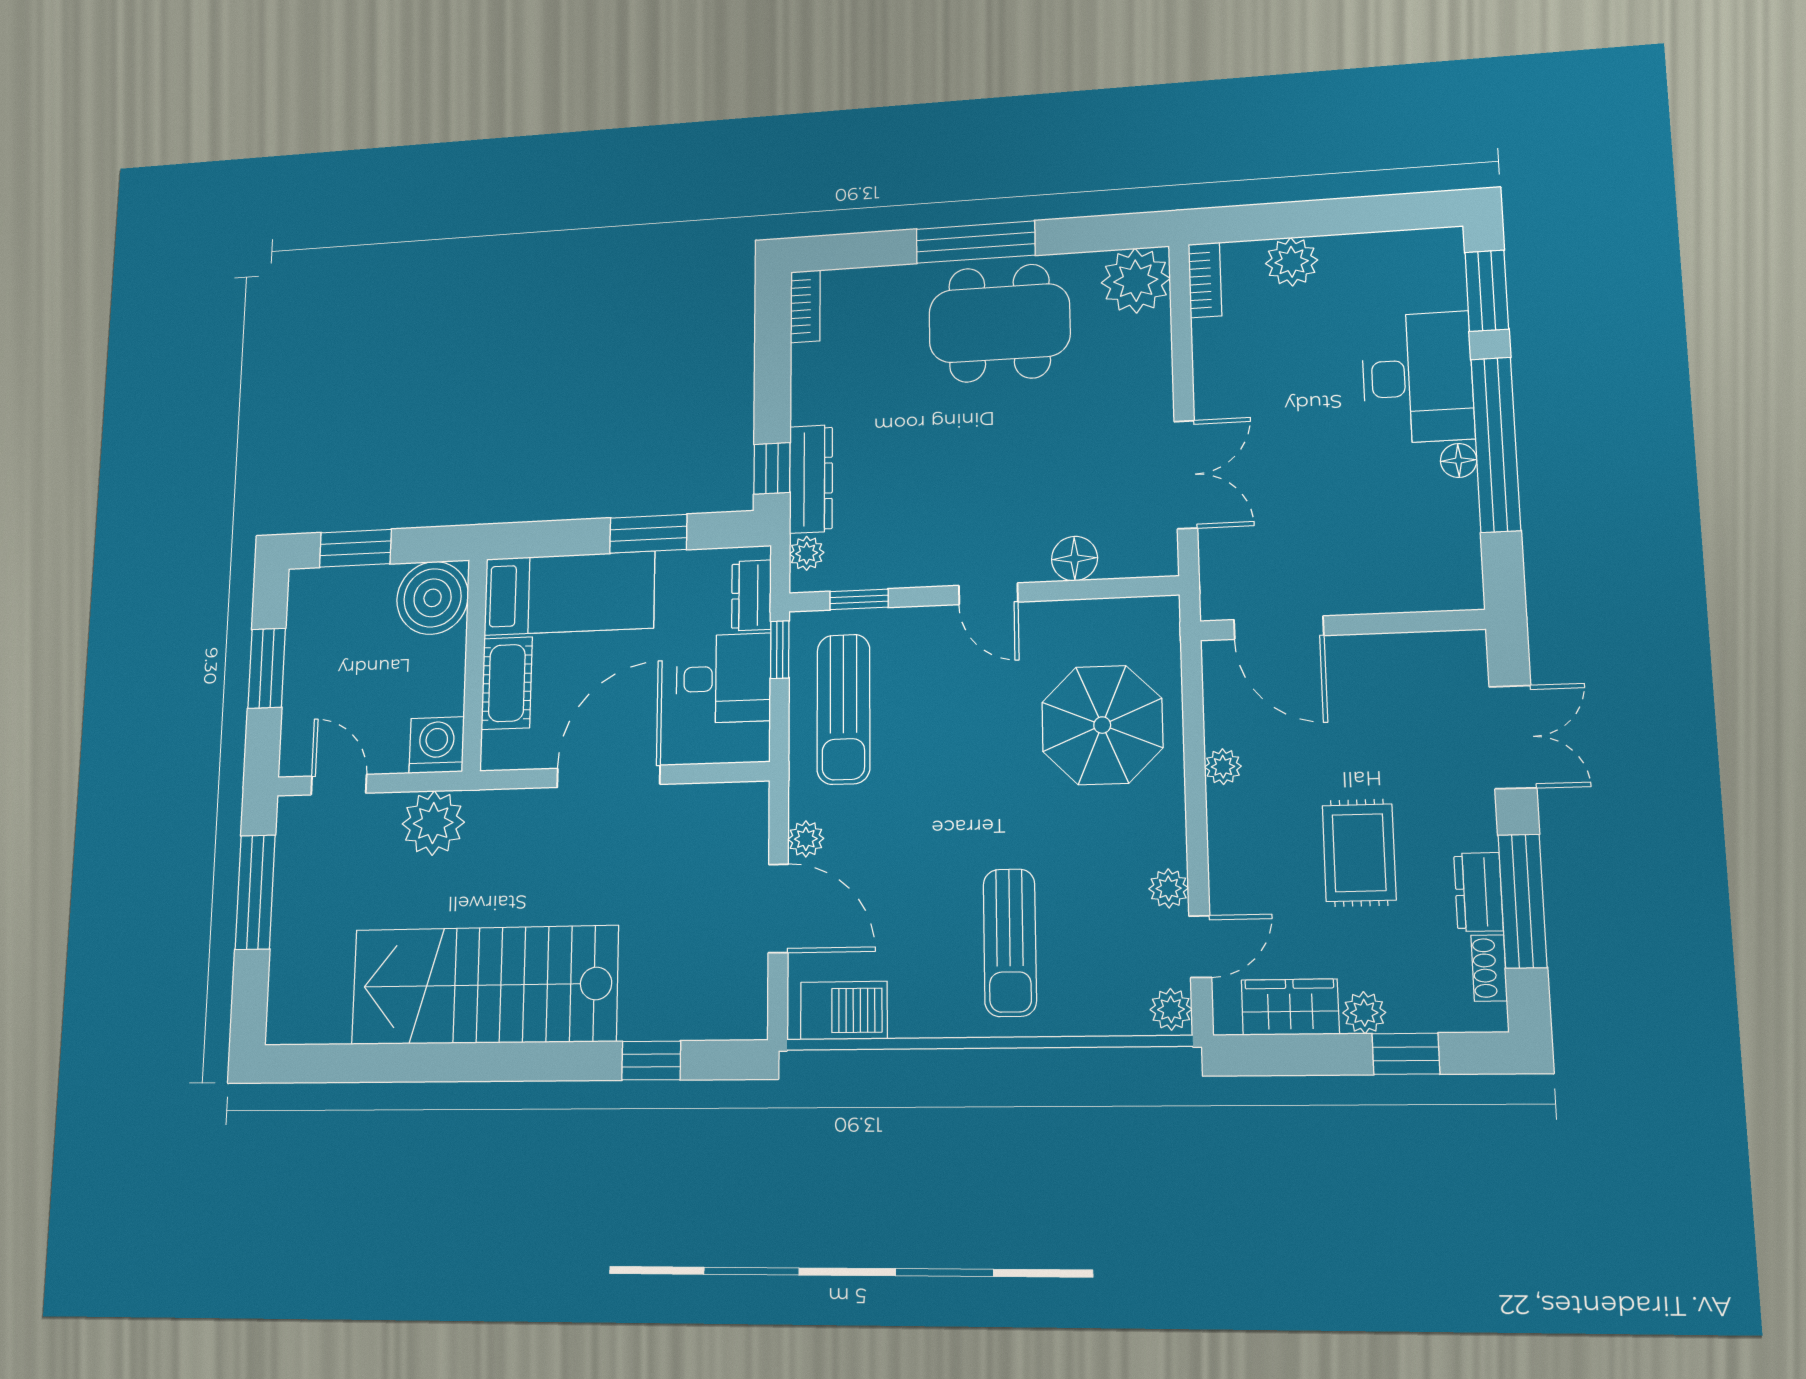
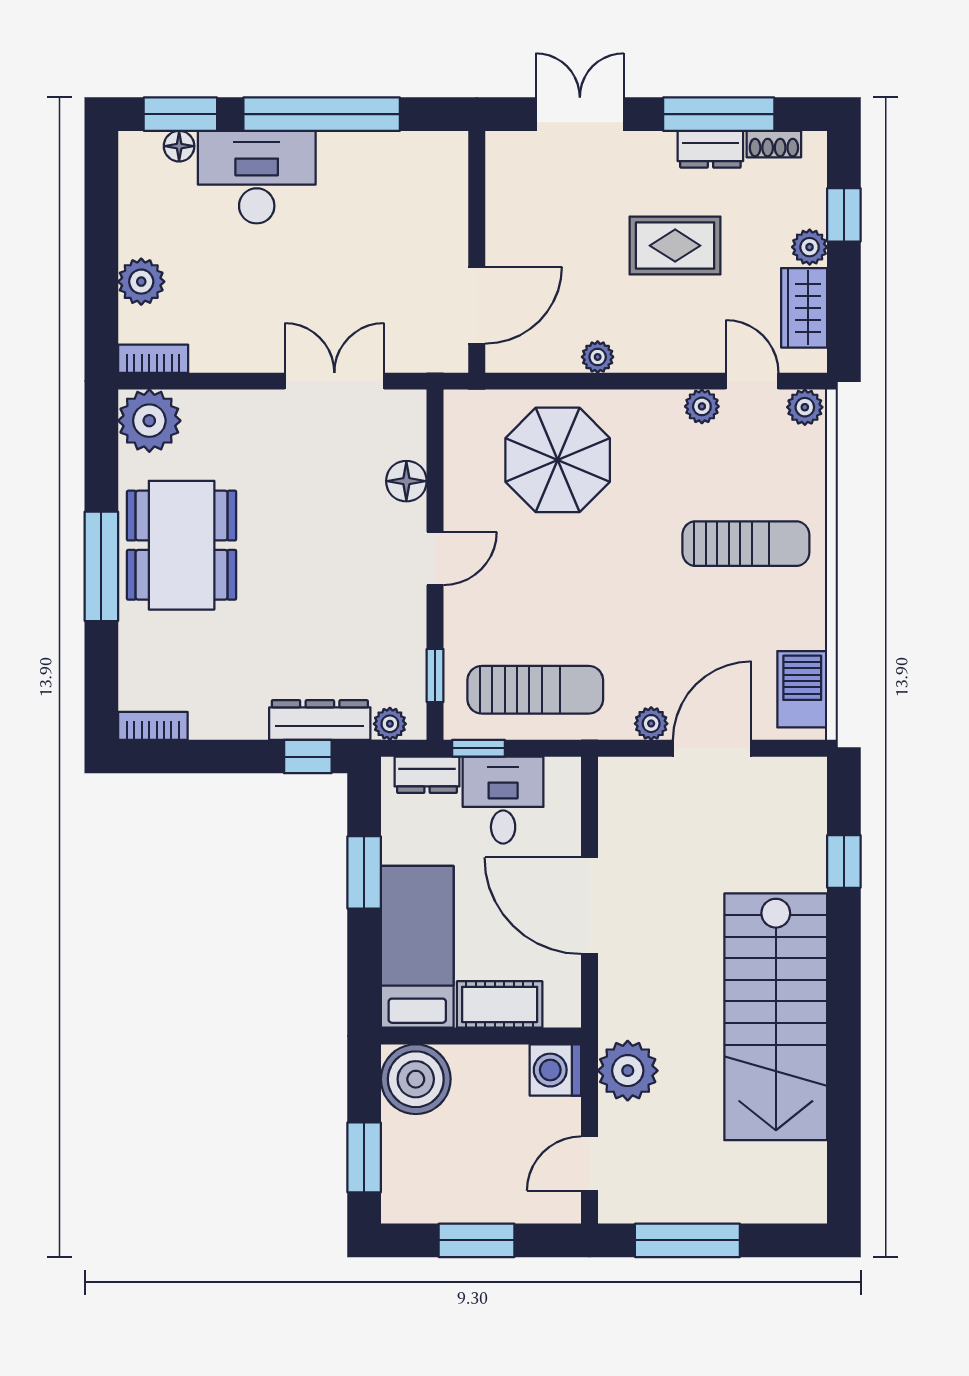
floor lamp: (1459, 460) -> (179, 146), moved

